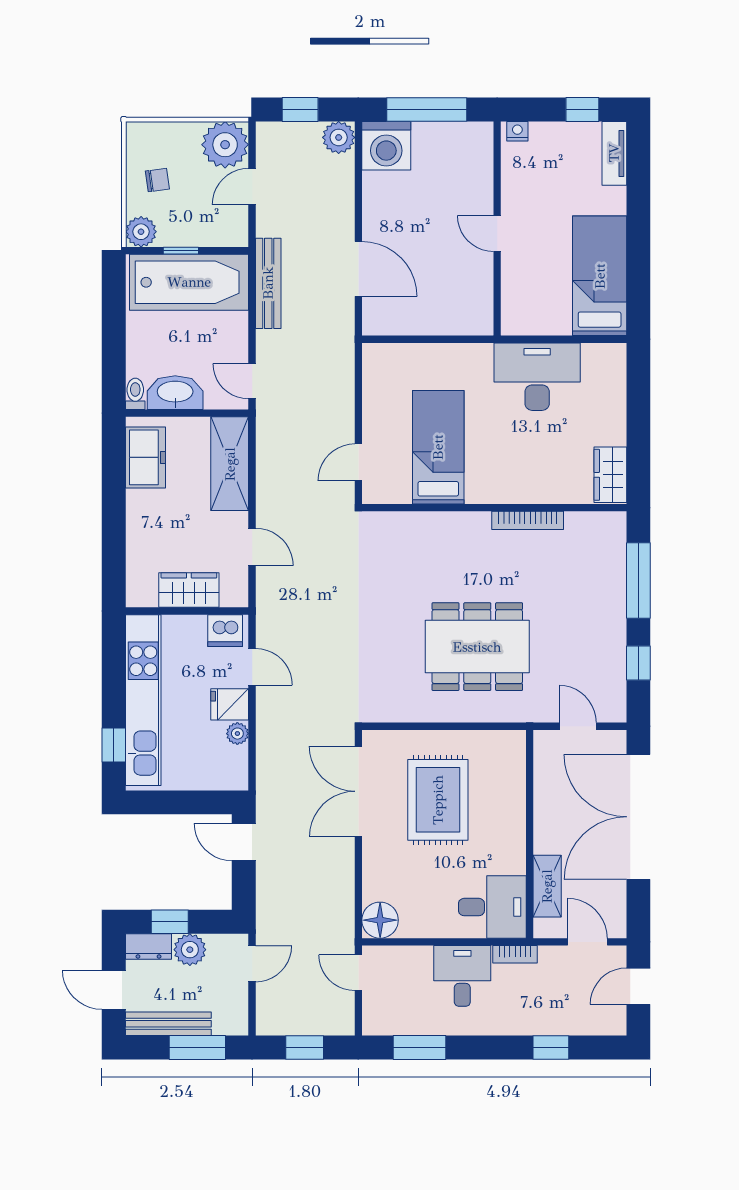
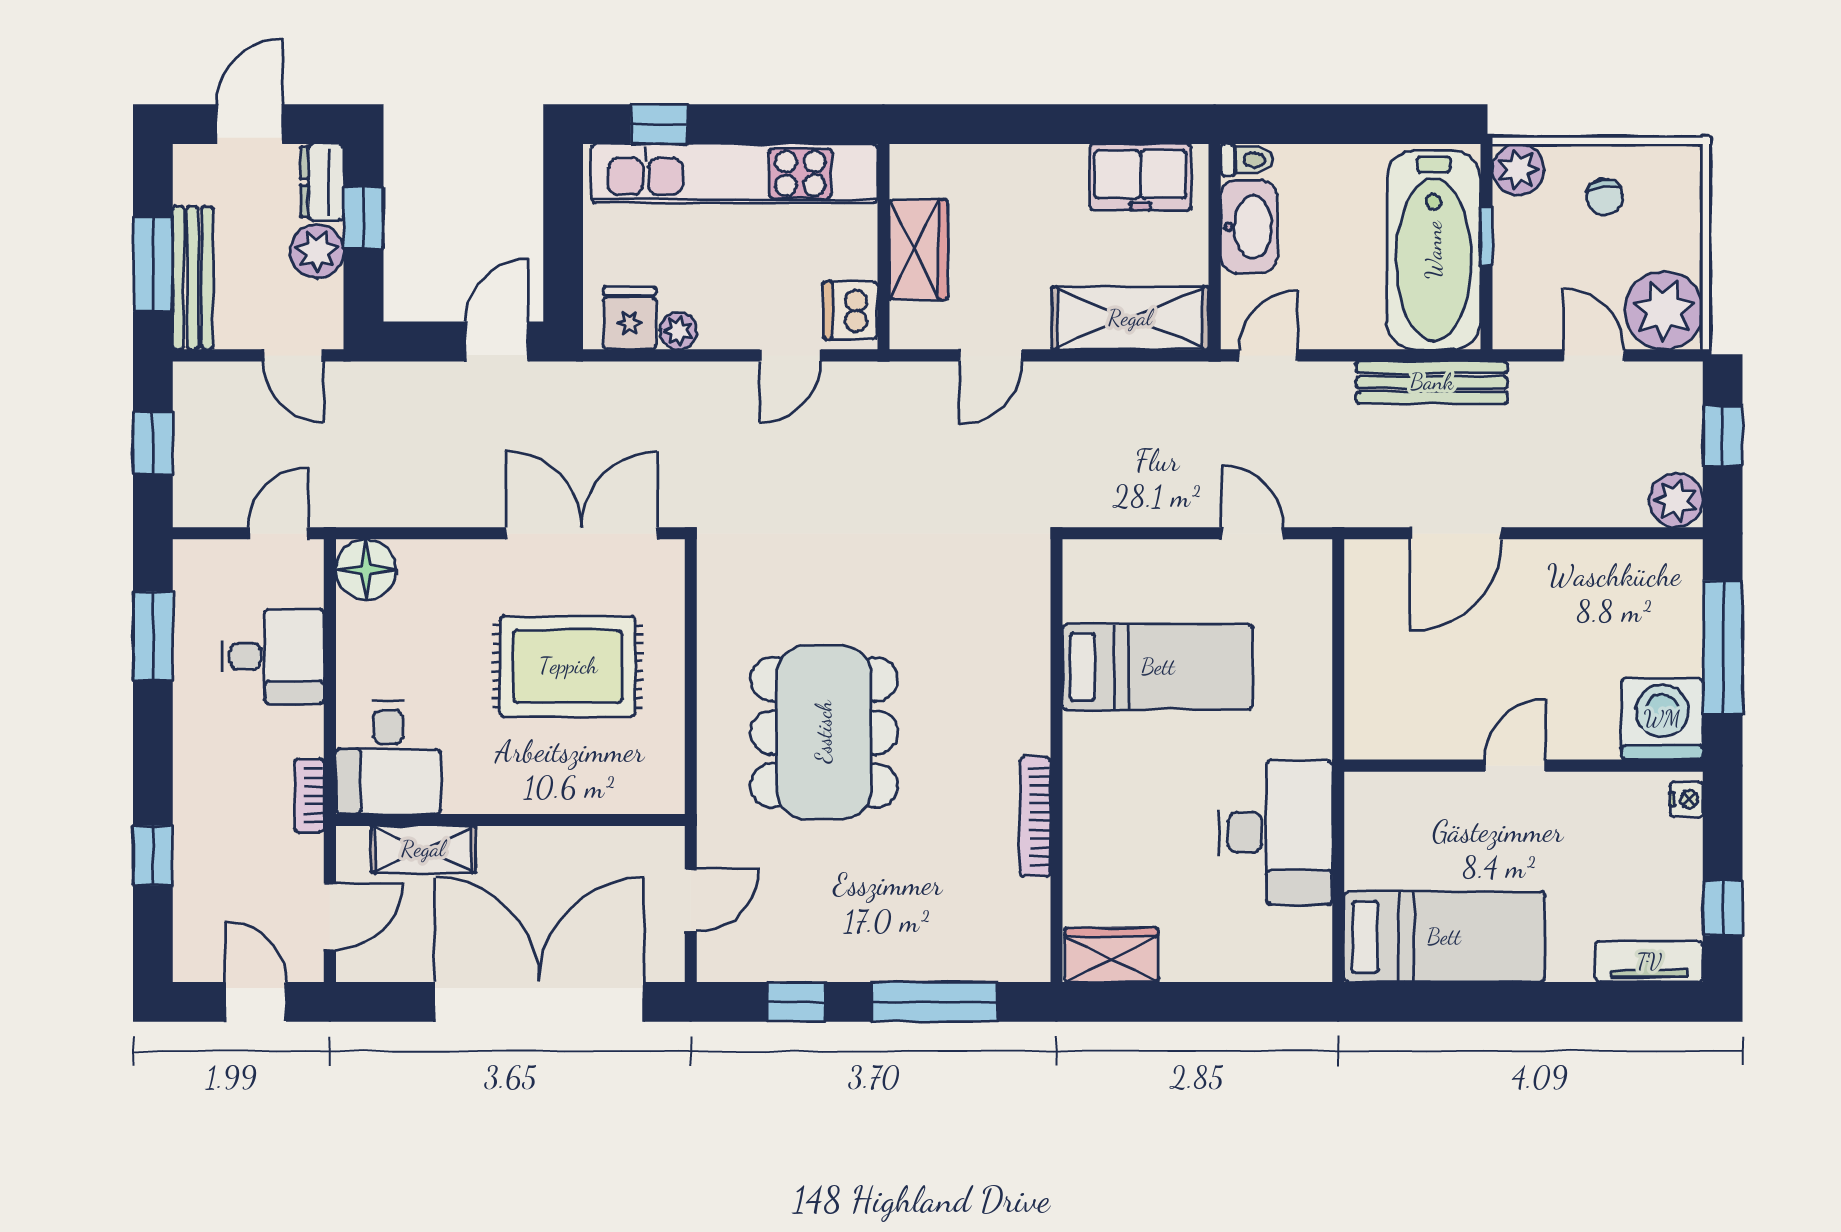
washing machine: (386, 146) -> (1662, 719), moved, turned 90
door: (358, 462) -> (1253, 533), moved
fridge: (230, 704) -> (630, 318), moved
desk: (462, 976) -> (273, 656), moved
bench: (168, 1024) -> (193, 278), moved

